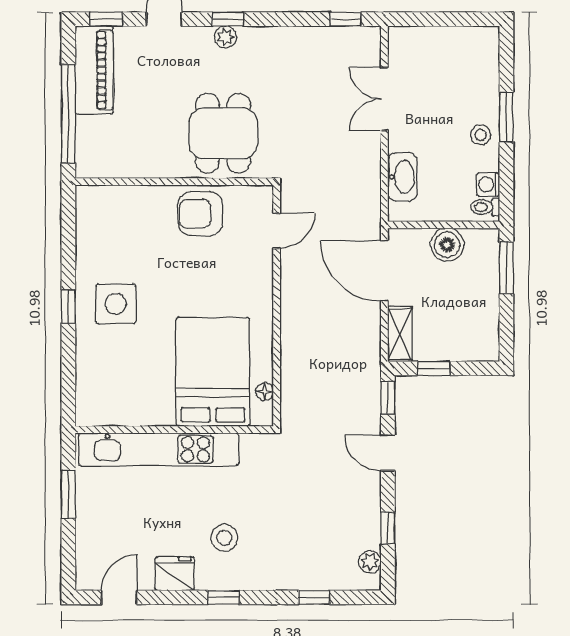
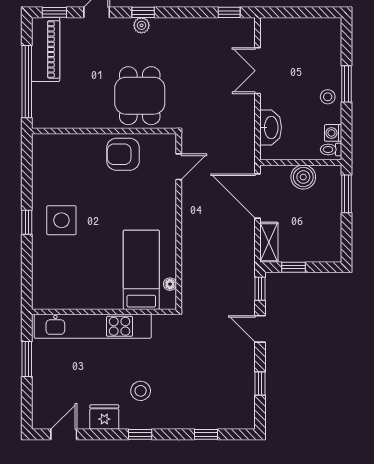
bed: (213, 372) -> (141, 270), width x0.67
plant: (370, 562) -> (247, 408), removed

